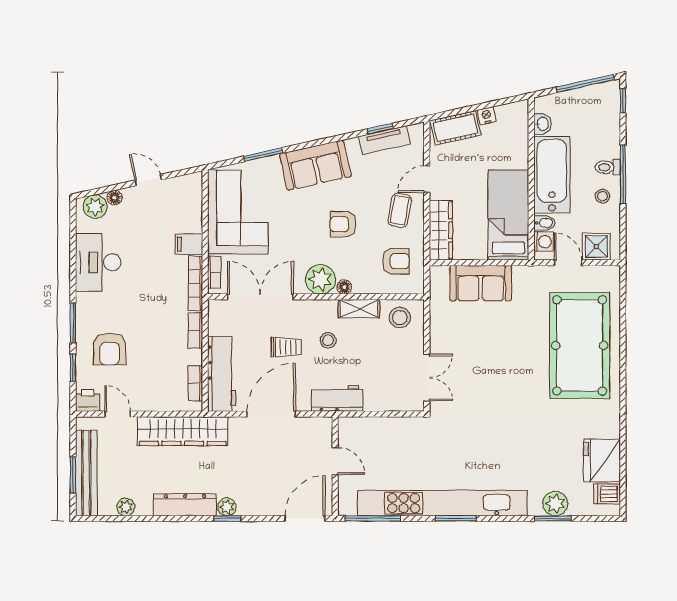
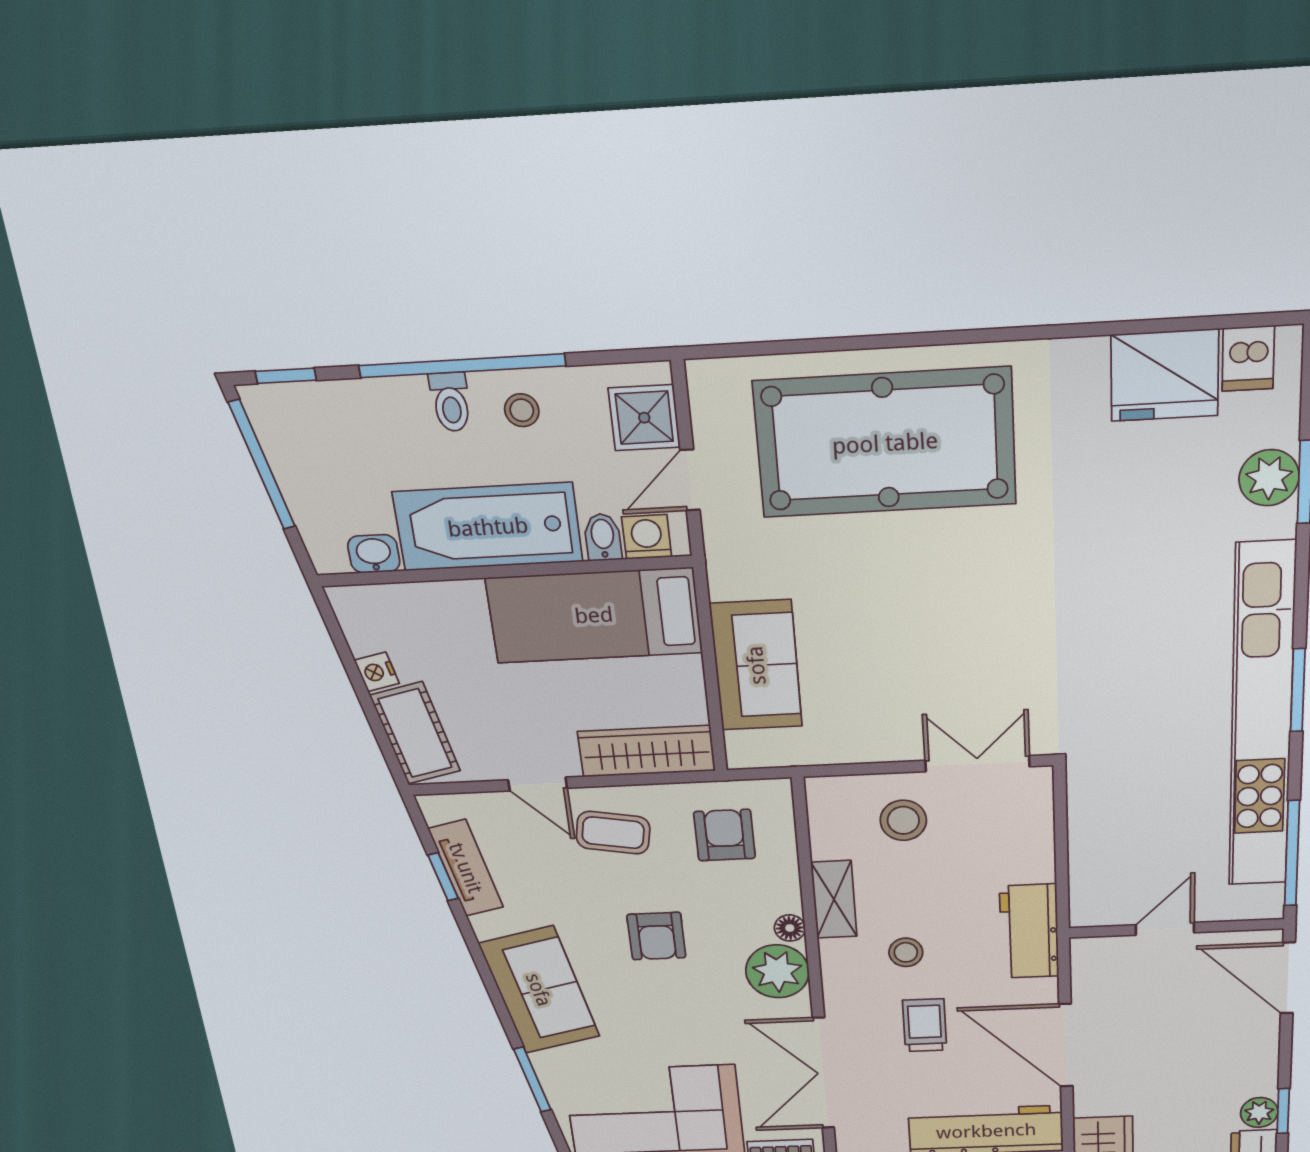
window: (623, 174) -> (462, 366), width x1.46
stool: (400, 318) -> (903, 820), moved

